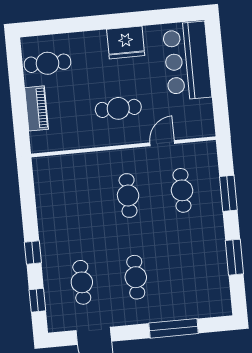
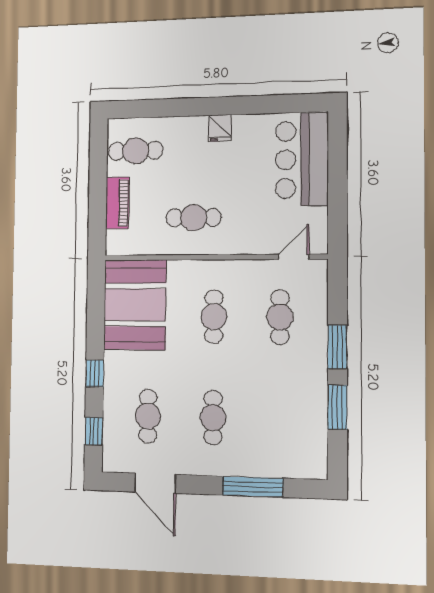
fridge: (126, 42) -> (220, 128), width x0.53, depth x0.75
cafe table: (118, 108) -> (194, 218), moved
door: (162, 143) -> (294, 257), moved
booth: (61, 192) -> (135, 305), added
window: (228, 193) -> (337, 347), moved

